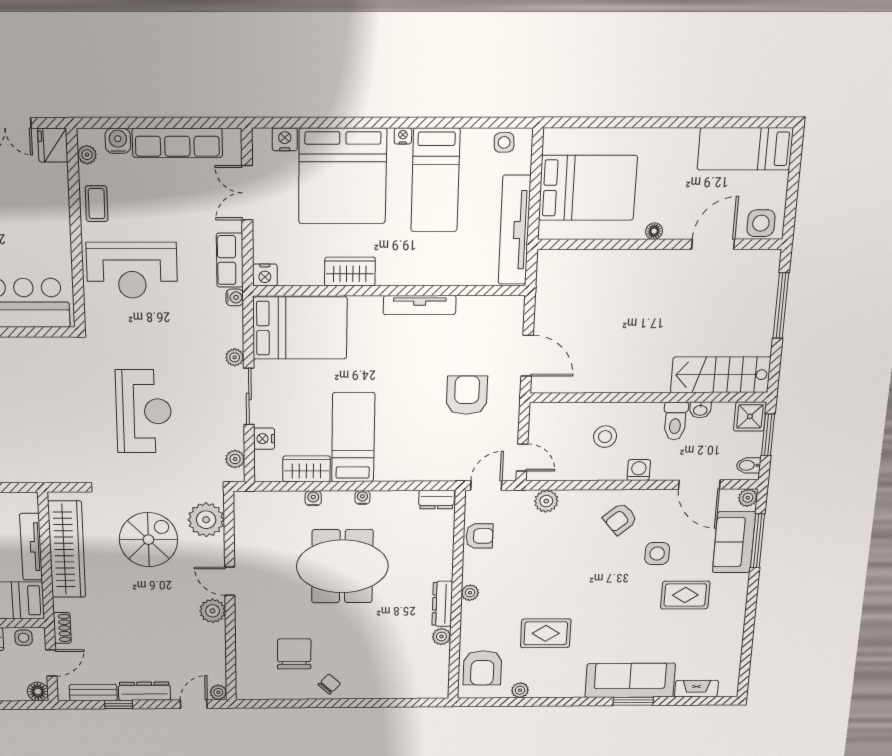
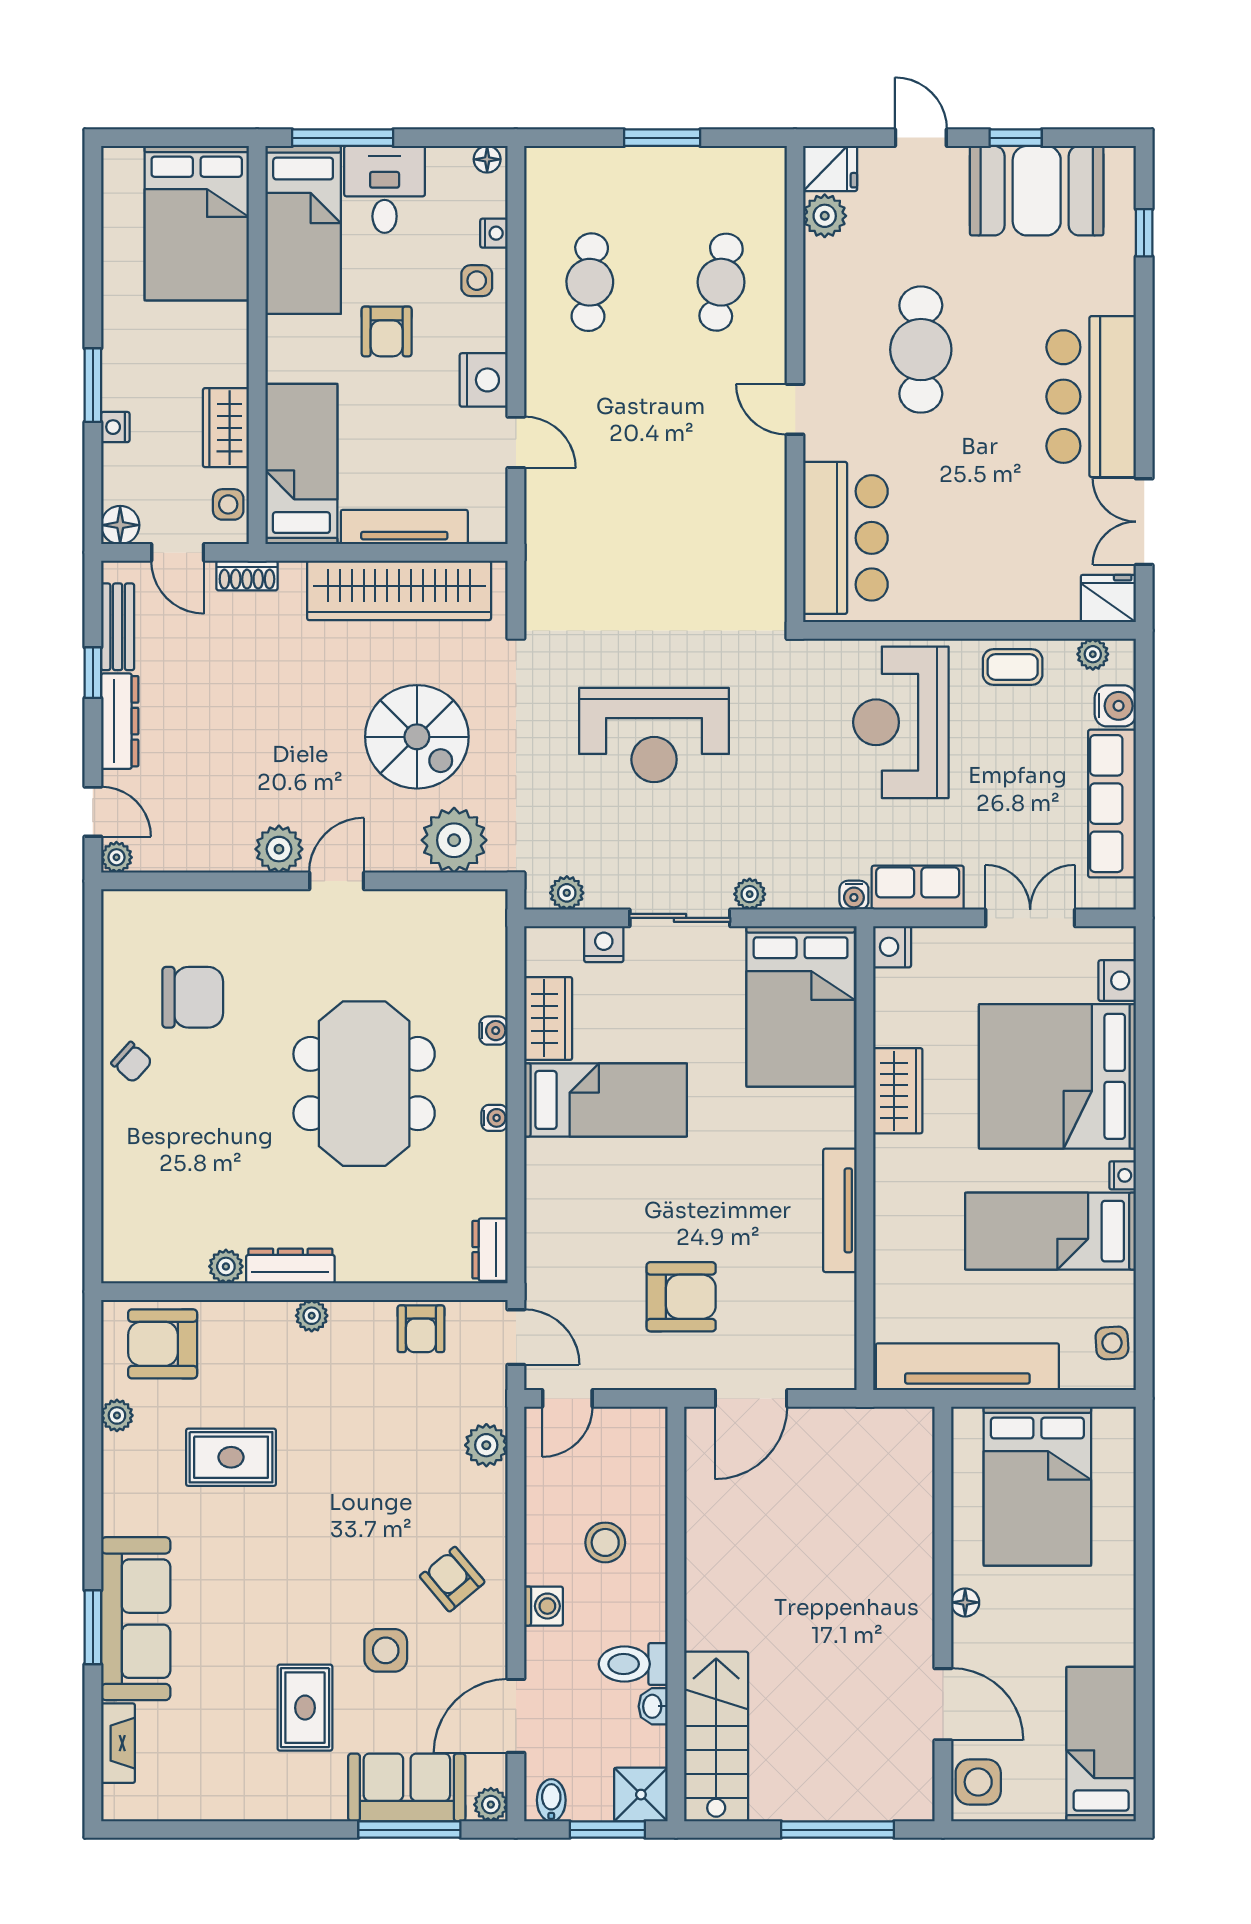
rug: (546, 633) -> (231, 1457), turned 90

